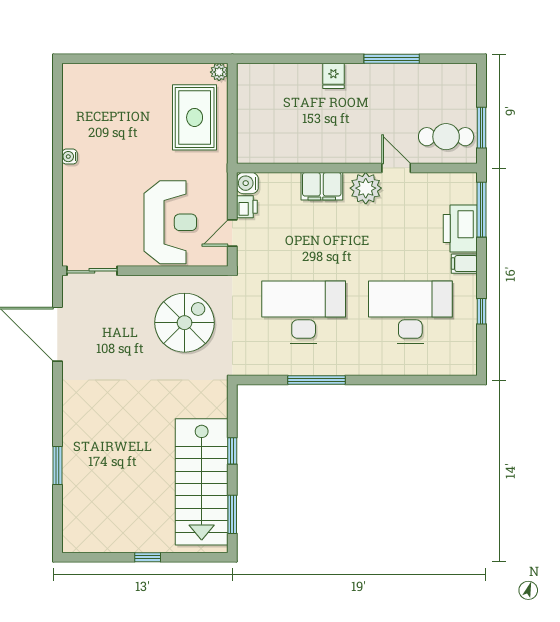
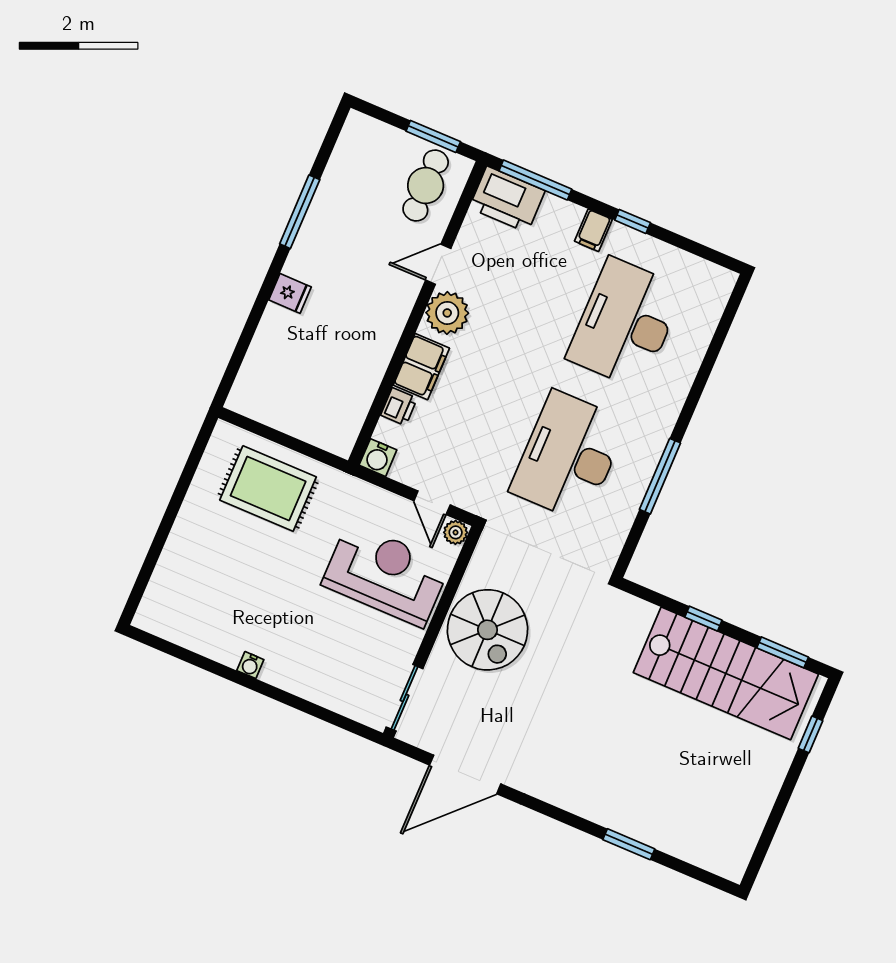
plant: (219, 72) -> (456, 532), moved
printer: (247, 207) -> (399, 407), moved, turned 90
printer: (460, 229) -> (507, 199), moved
window: (482, 311) -> (633, 221), moved
spiral stairs: (185, 323) -> (488, 630), moved, turned 180
window: (148, 557) -> (811, 734), moved

